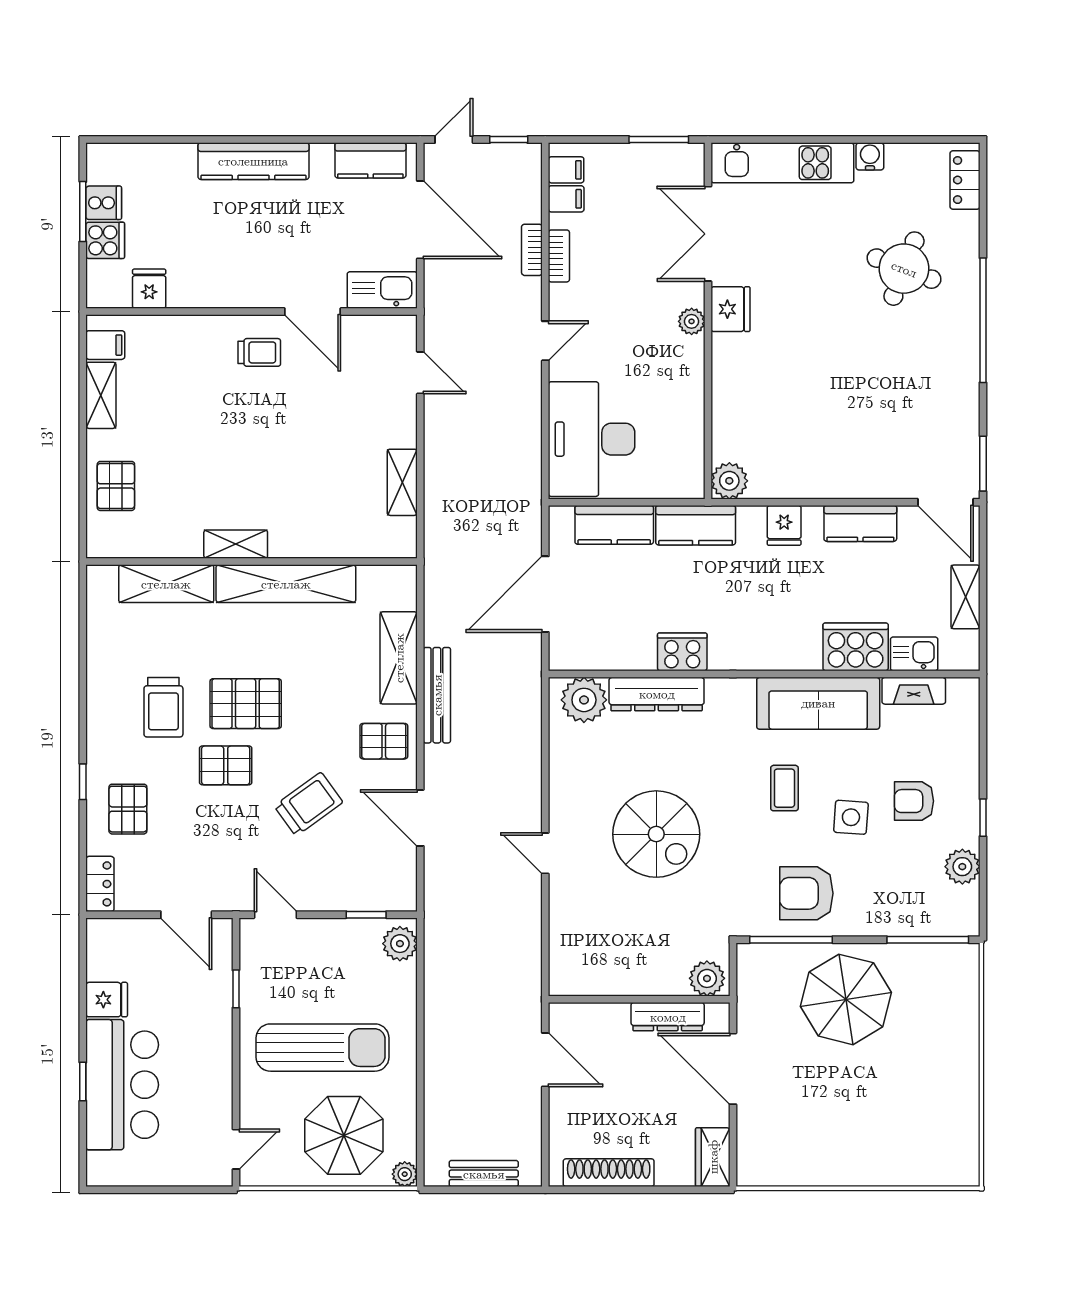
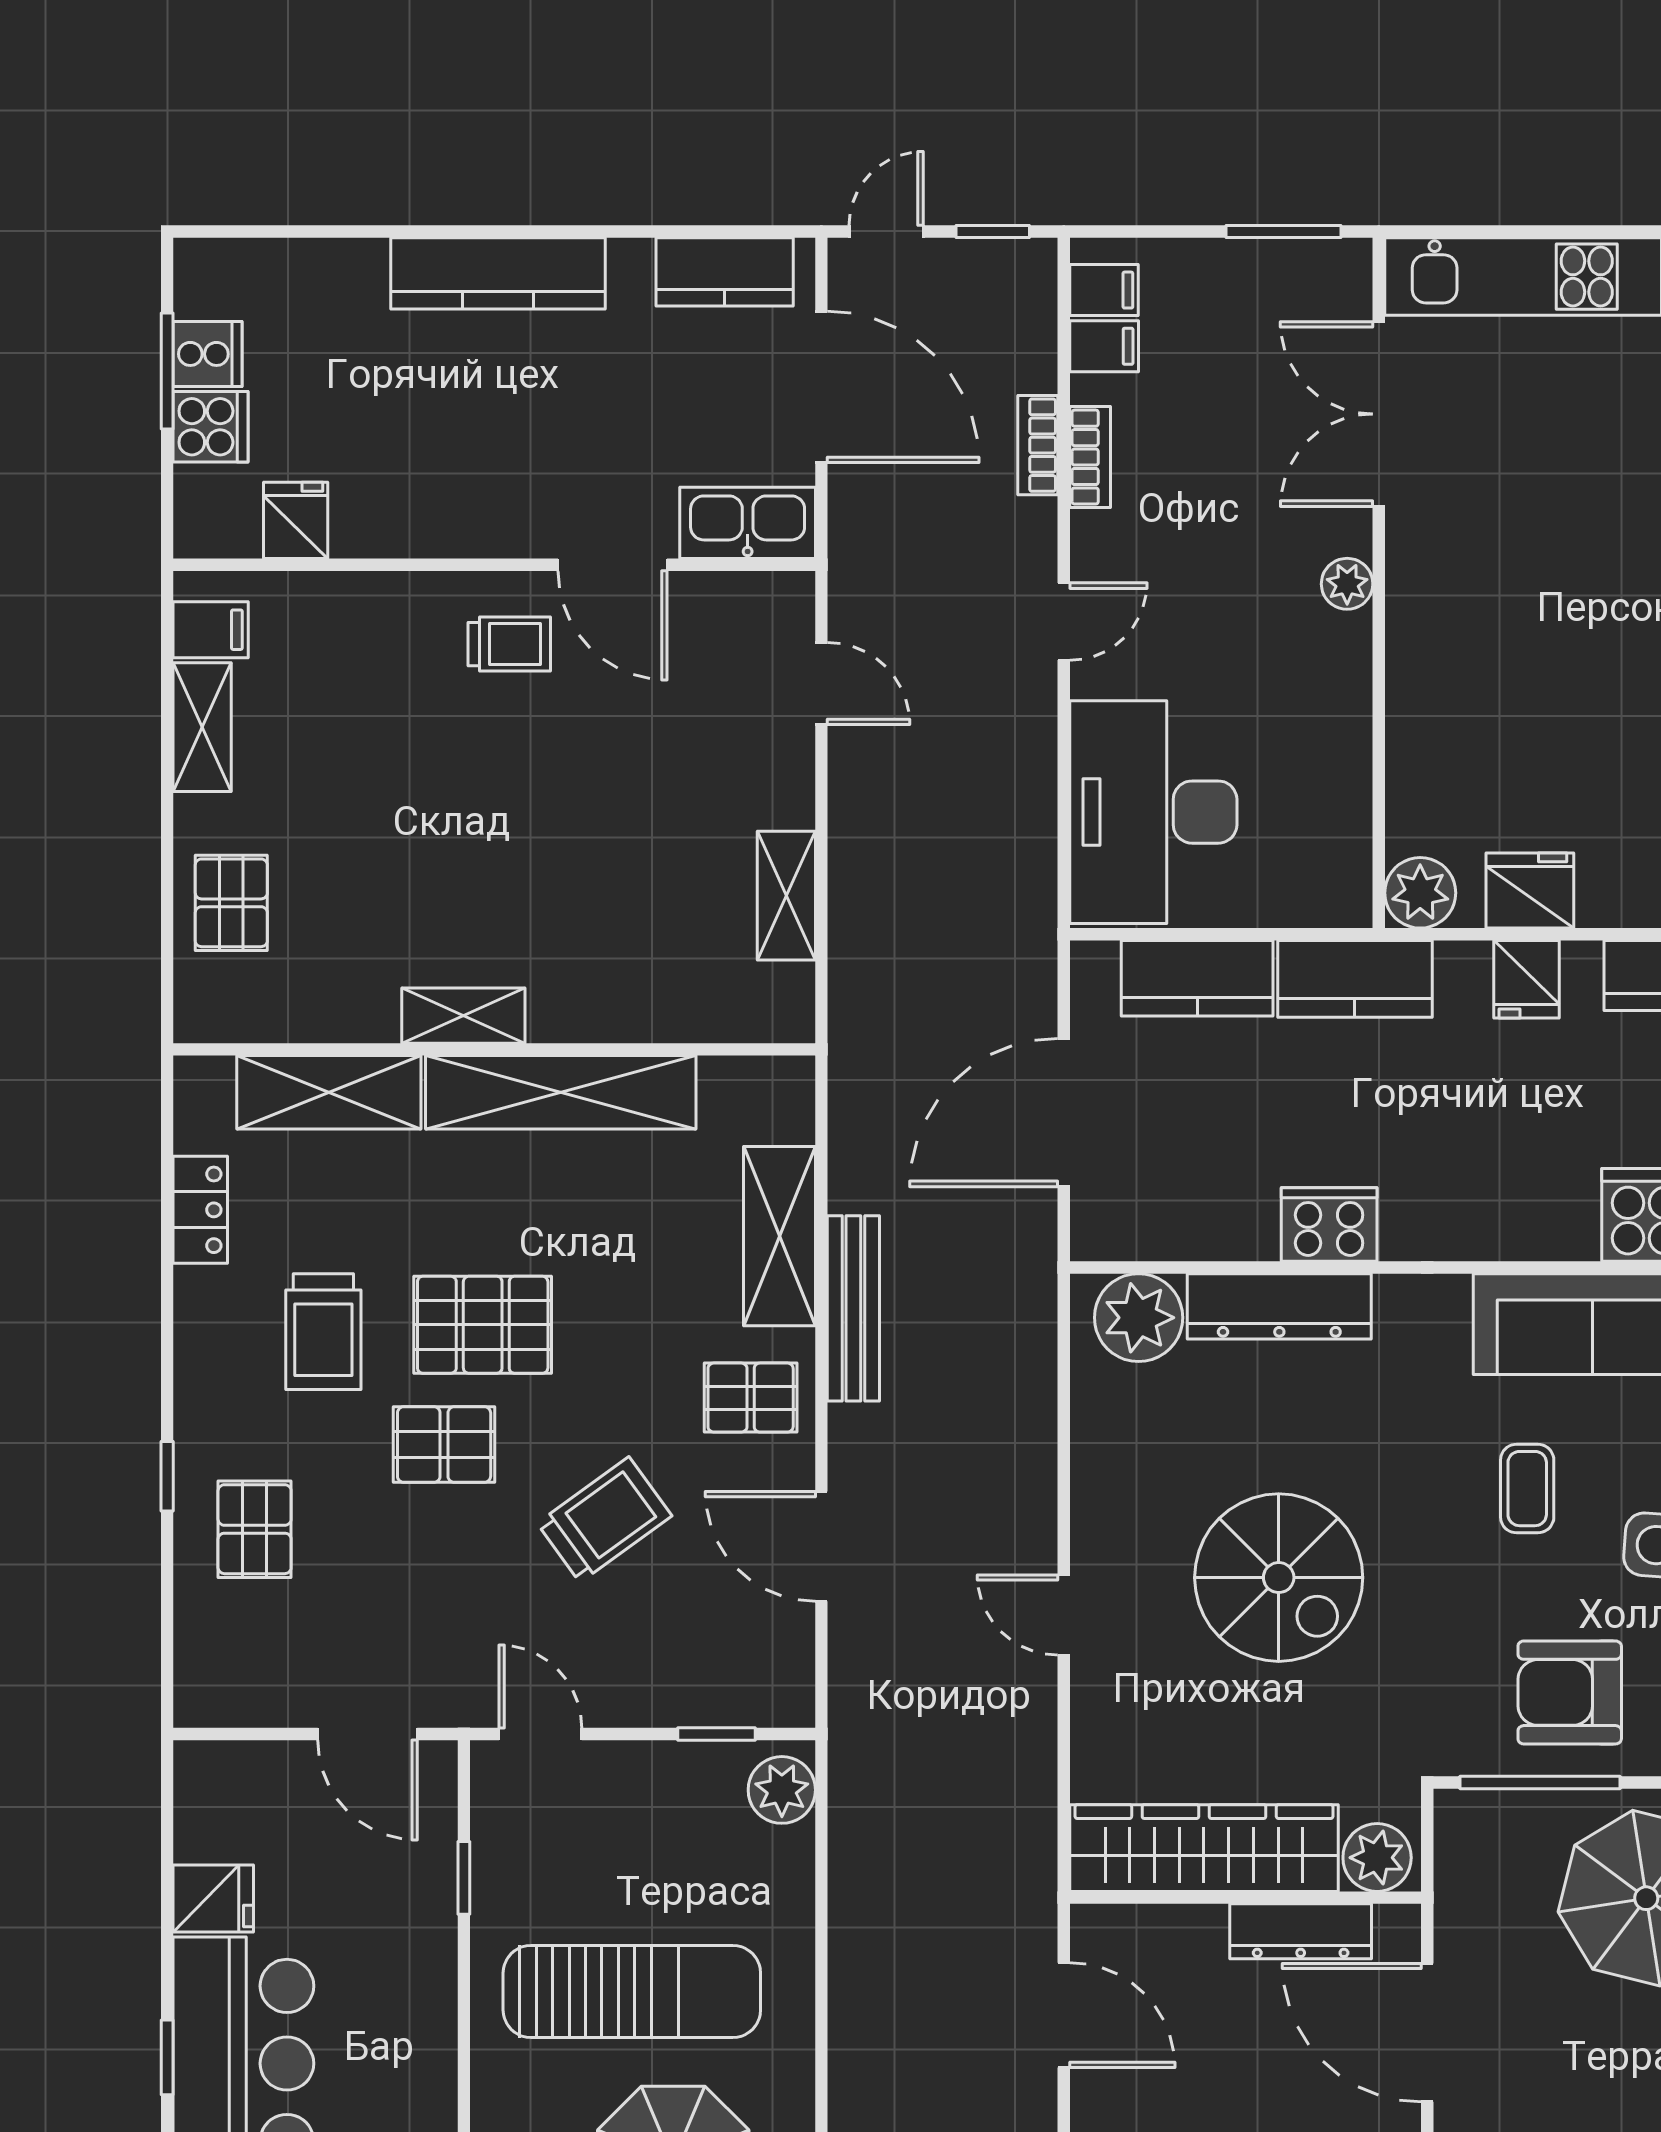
fridge: (730, 309) -> (1530, 891), moved, turned -90
locker: (100, 884) -> (200, 1210), moved
wardrobe: (618, 974) -> (1204, 1848), added

